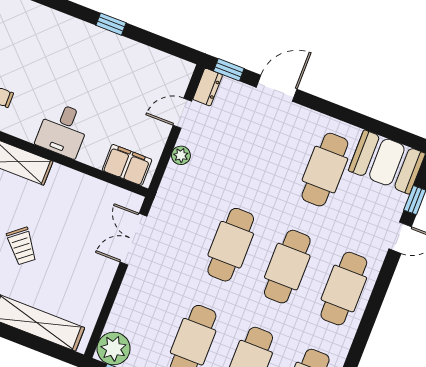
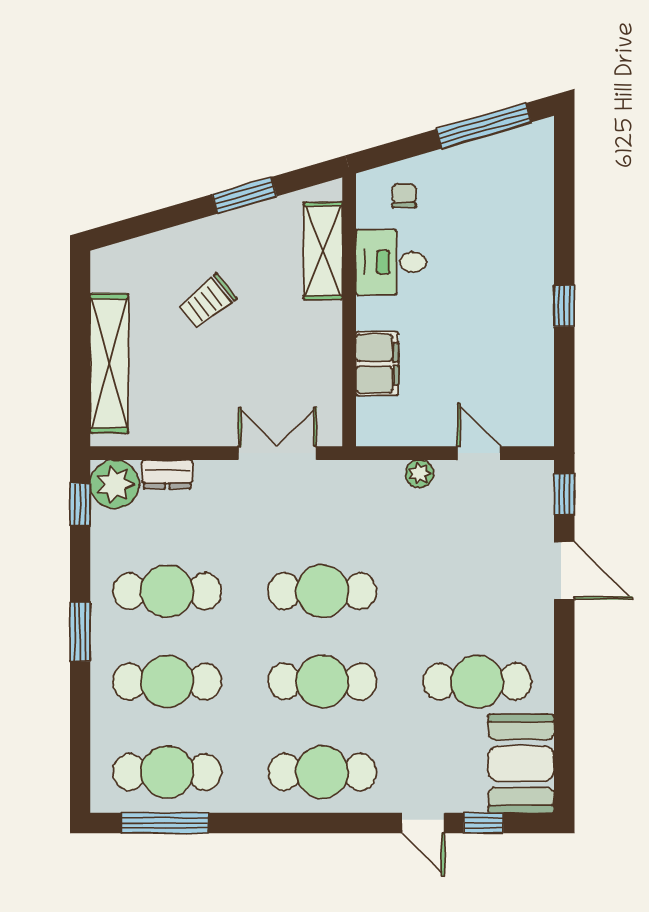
dresser: (208, 87) -> (167, 474), moved
desk: (63, 130) -> (391, 262), moved
filing cabinet: (127, 165) -> (377, 364), moved

